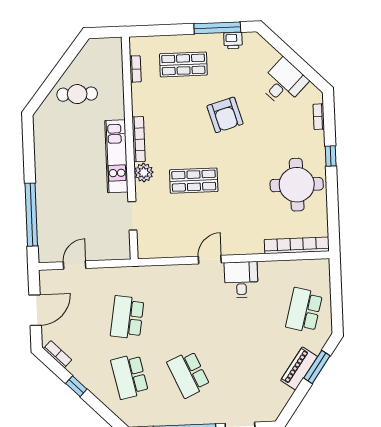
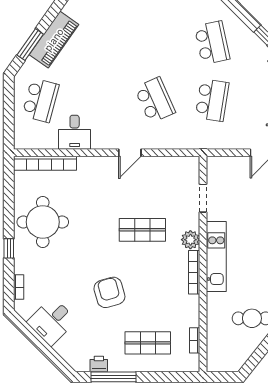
desk: (241, 280) -> (75, 132), moved
piano: (299, 368) -> (54, 40), width x1.37, depth x1.33
school desk: (189, 374) -> (155, 100), moved

